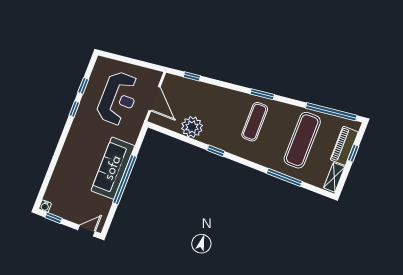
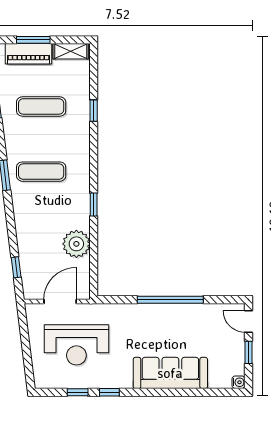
reception desk: (118, 98) -> (76, 345), turned 180
exercise mat: (302, 140) -> (41, 106), width x0.73, depth x0.69
window: (353, 153) -> (33, 40), width x1.50
sofa: (113, 168) -> (170, 373), moved, turned 180
window: (284, 177) -> (94, 111), width x0.46
window: (53, 218) -> (248, 352), moved

